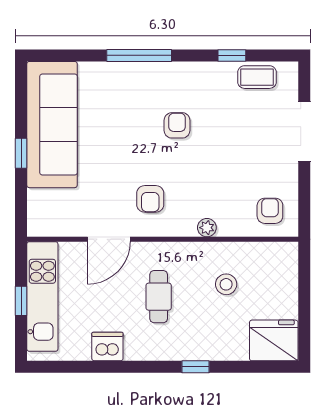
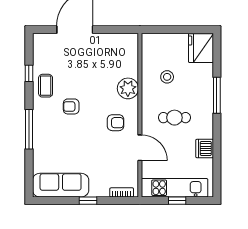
coffee table: (257, 77) -> (46, 86), moved
sofa: (52, 125) -> (61, 185), width x0.74, depth x0.79
bookcase: (35, 209) -> (122, 192), added
armchair: (270, 211) -> (123, 50), removed
plant: (207, 228) -> (128, 88), width x1.88, depth x1.88
window: (196, 367) -> (217, 95), width x2.17

